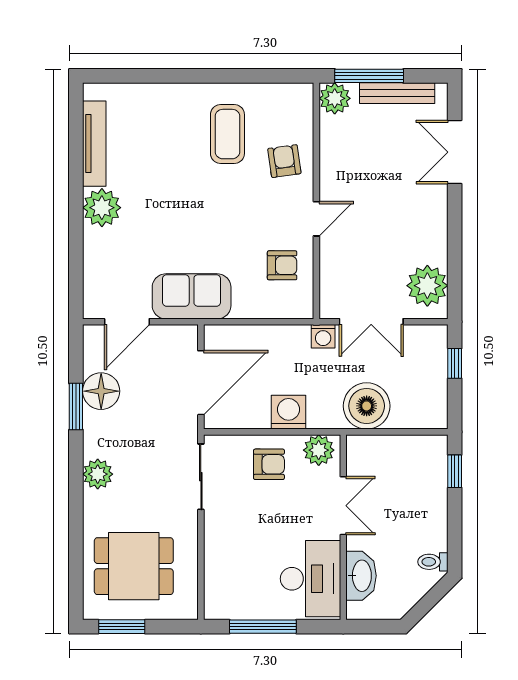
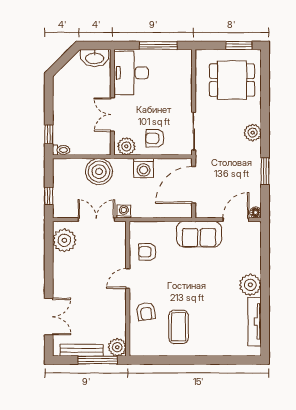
floor lamp: (101, 391) -> (256, 213), moved, width x0.53, depth x0.53
toilet: (433, 562) -> (61, 150), moved
washbasin: (361, 576) -> (95, 58), moved, turned -90

